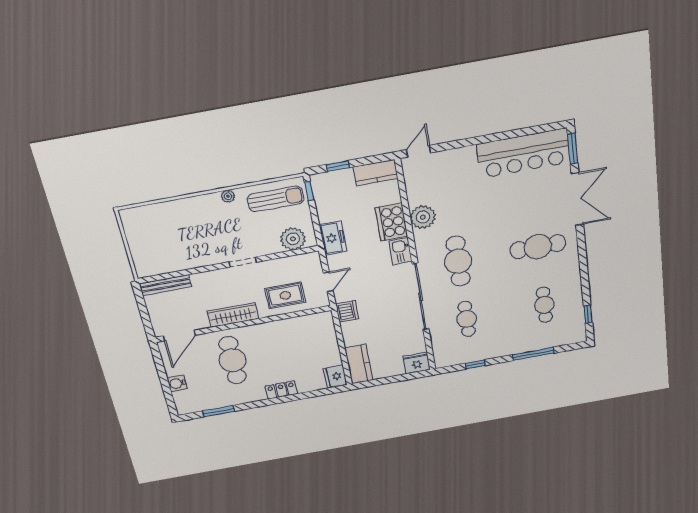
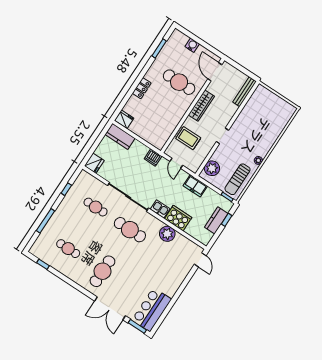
bar counter: (524, 153) -> (152, 310), width x0.73
kitchen counter: (376, 173) -> (216, 220), moved
rug: (285, 295) -> (188, 138), turned 90

